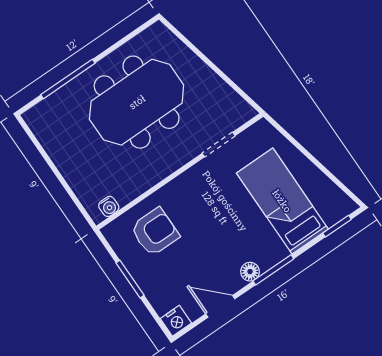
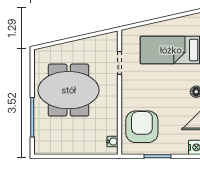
meeting table: (137, 102) -> (69, 90), turned 90
armchair: (155, 232) -> (142, 127), width x1.36, depth x1.36

